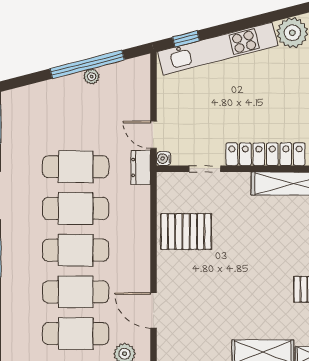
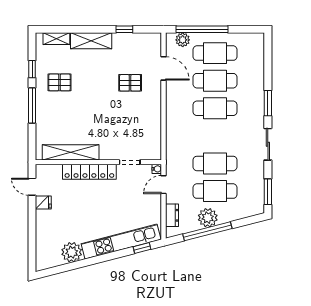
plant: (92, 76) -> (208, 218), width x1.87, depth x1.87
door: (153, 135) -> (164, 185), swing flipped
dresser: (141, 167) -> (172, 215), moved
cafe table: (76, 208) -> (215, 191), moved
pallet: (186, 232) -> (130, 83), moved, width x0.67, depth x0.71

